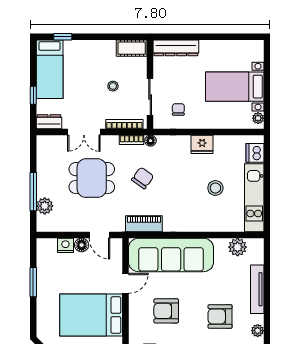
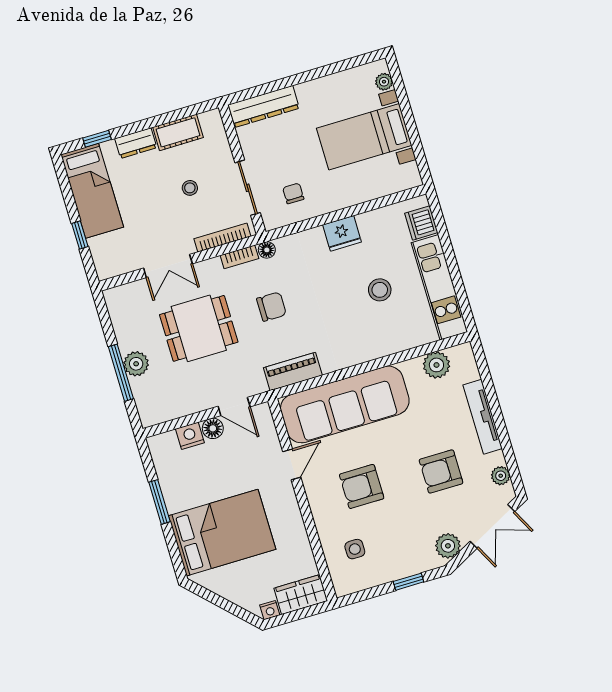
cot: (132, 48) -> (178, 132), moved
plant: (258, 118) -> (384, 82), moved
dresser: (49, 122) -> (136, 143), moved, turned 180
chair: (143, 178) -> (271, 307), turned 54
plant: (45, 206) -> (136, 364), moved
bed: (91, 315) -> (222, 533), moved, turned 180

